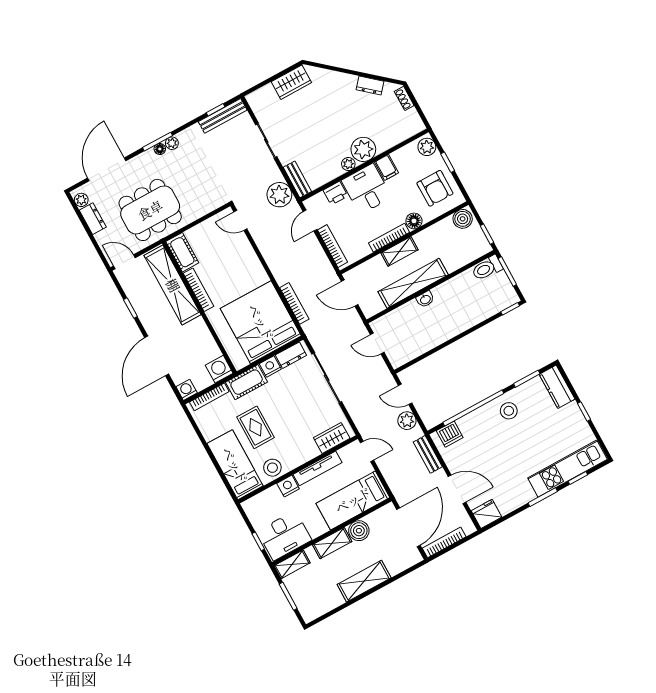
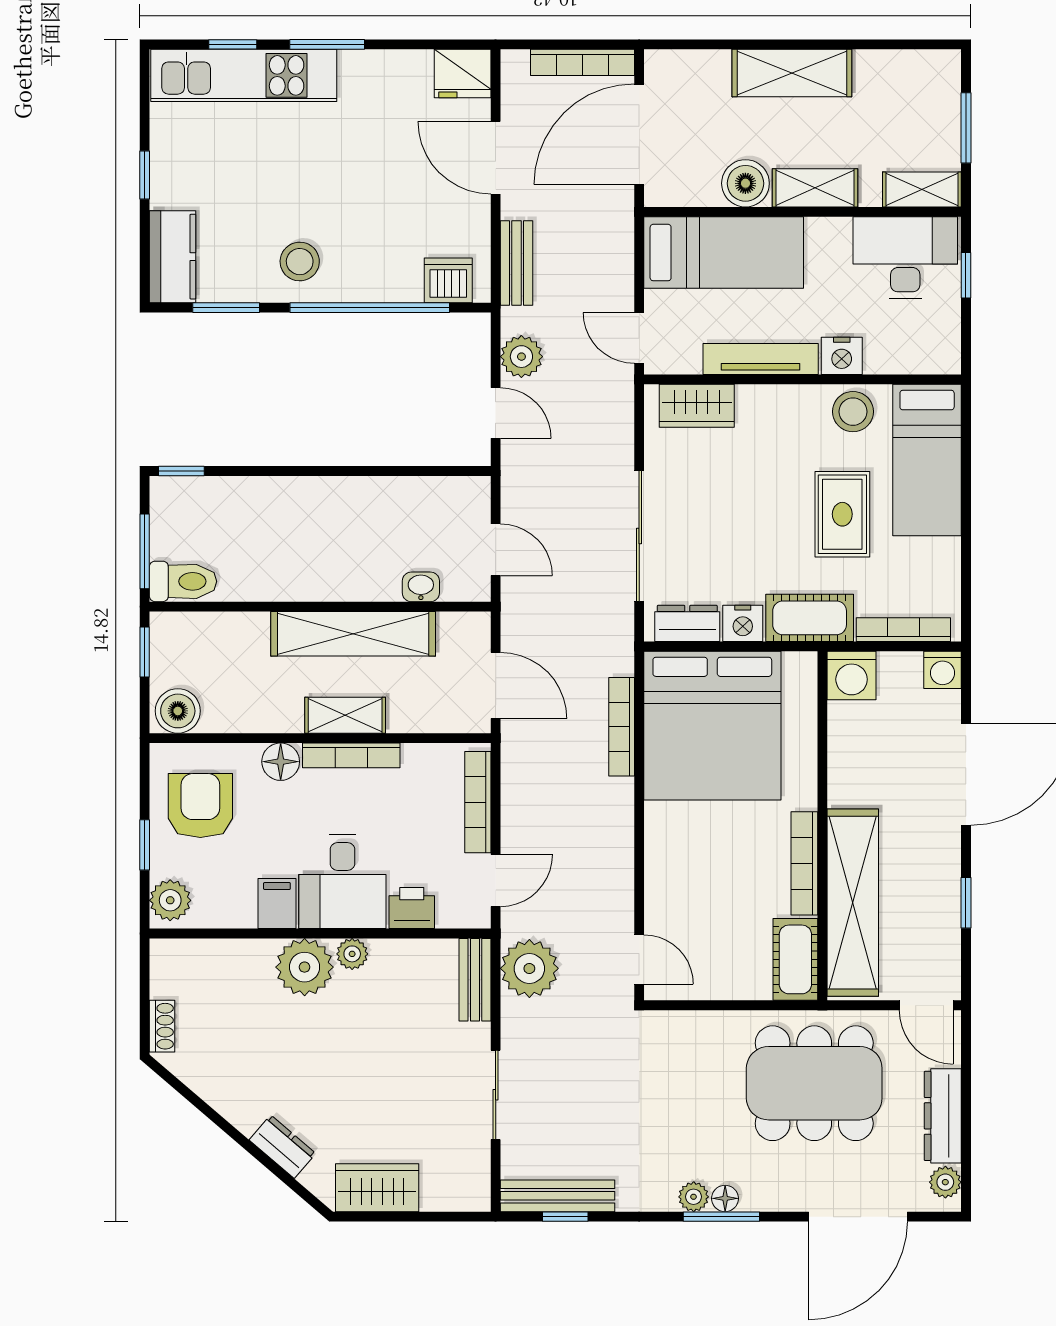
dresser: (370, 86) -> (282, 1147), moved
dresser: (93, 219) -> (943, 1116), width x1.44
washbasin: (425, 299) -> (421, 587), moved

